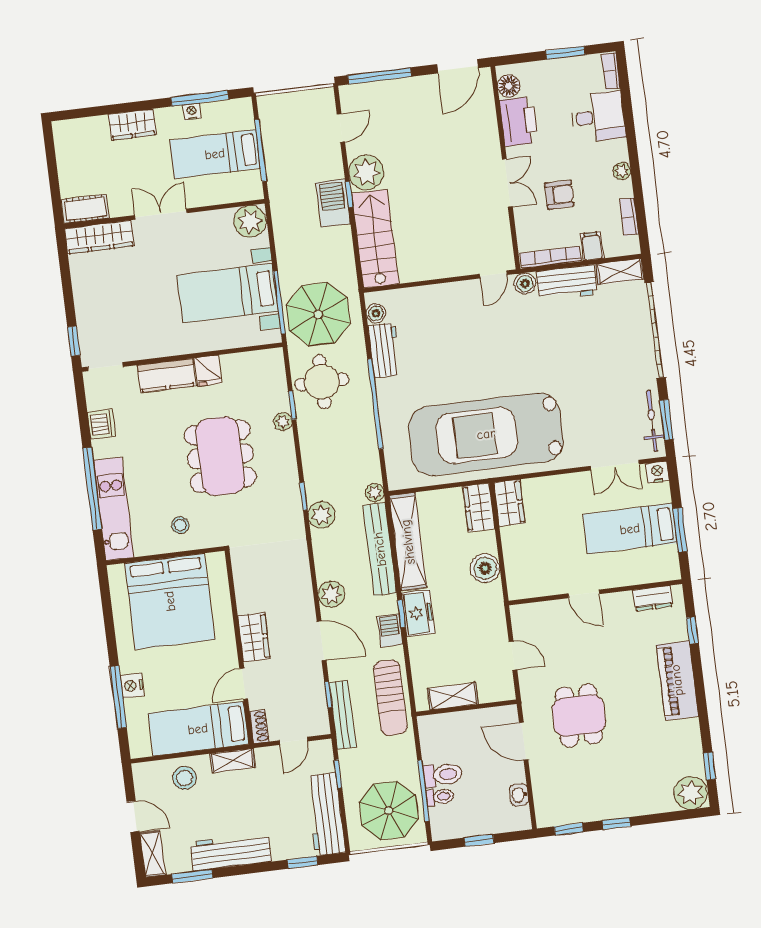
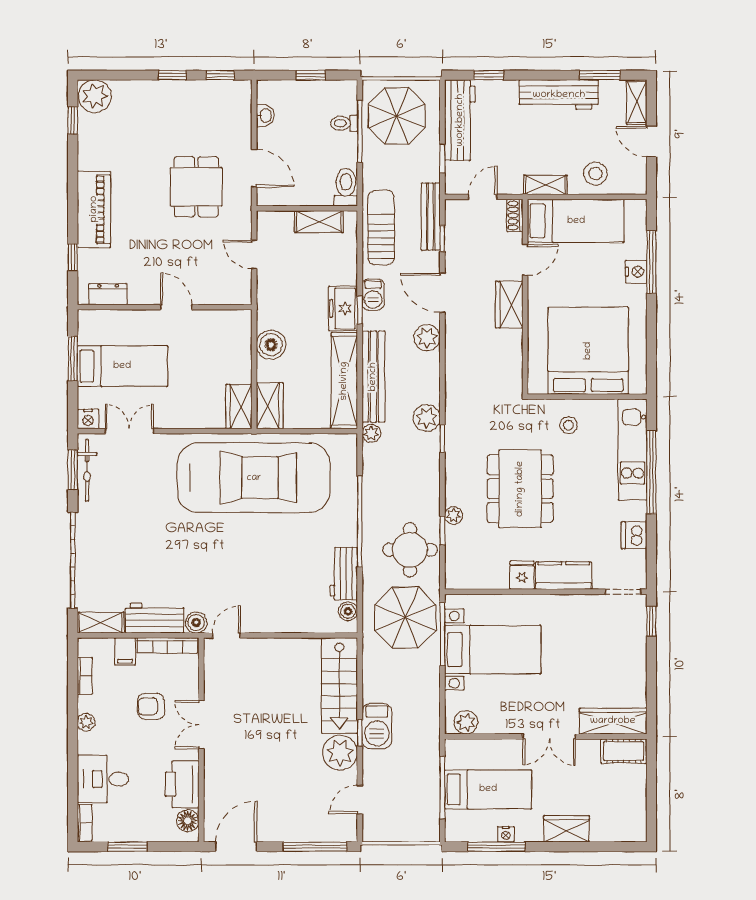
plant: (250, 221) -> (466, 722), width x0.73, depth x0.73
toilet: (443, 775) -> (346, 187), moved, turned 90

